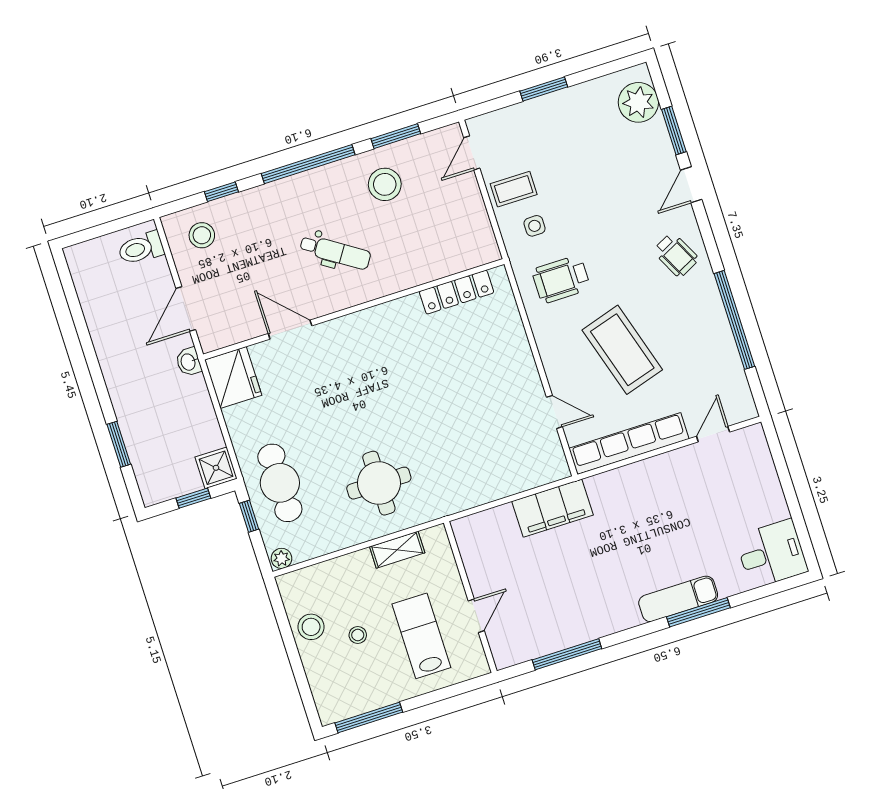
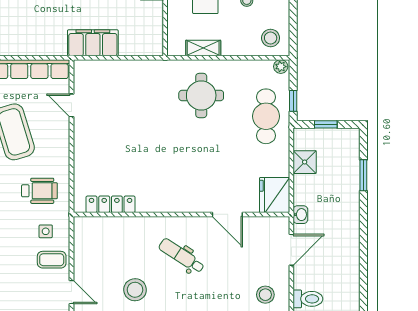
door: (472, 153) -> (71, 292), hinge flipped
shower: (216, 468) -> (305, 162), moved
stool: (311, 627) -> (271, 38), moved

